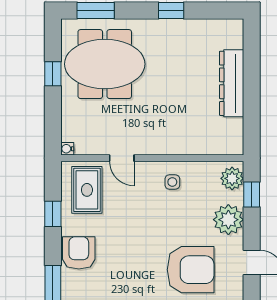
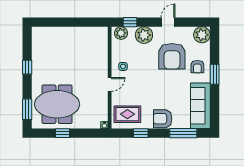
meeting table: (105, 64) -> (57, 104), turned 90
dresser: (232, 83) -> (68, 33), removed
door: (122, 158) -> (110, 84), moved
armchair: (191, 270) -> (172, 56), turned 180

